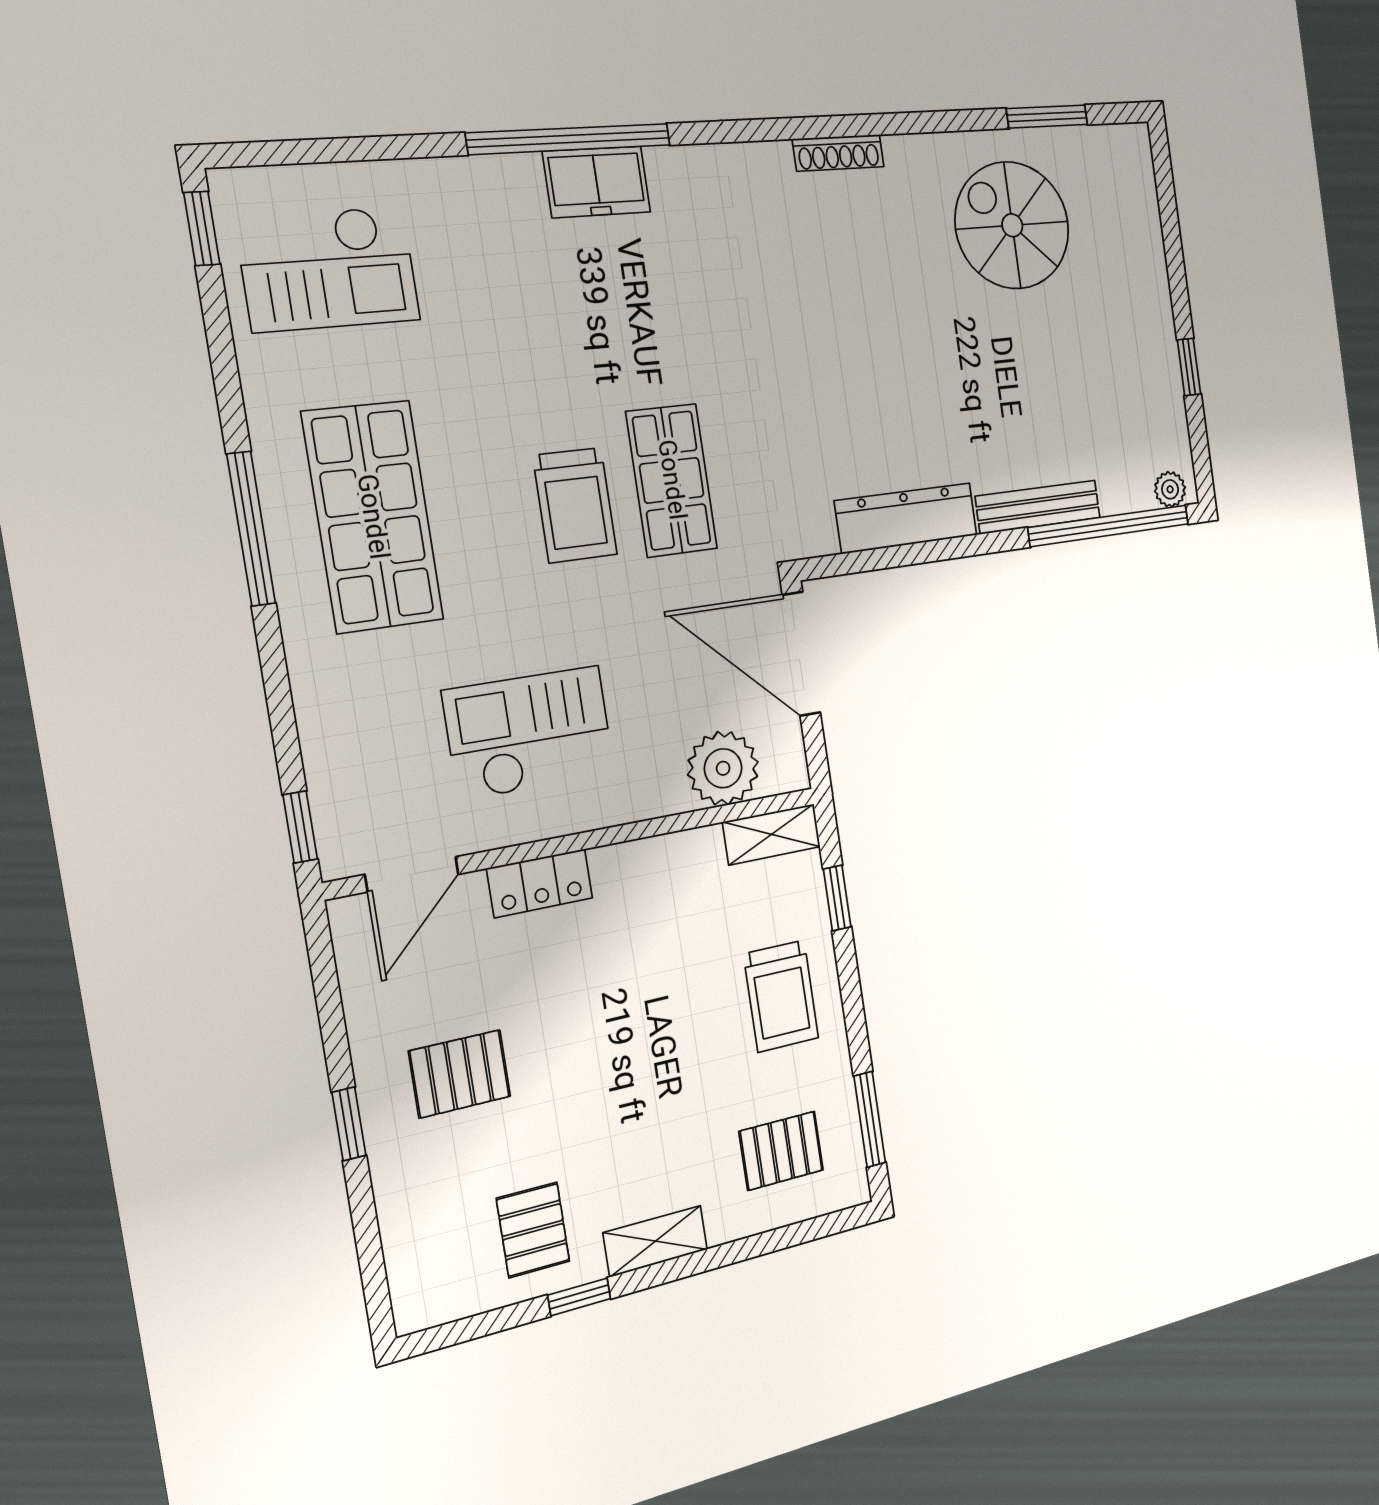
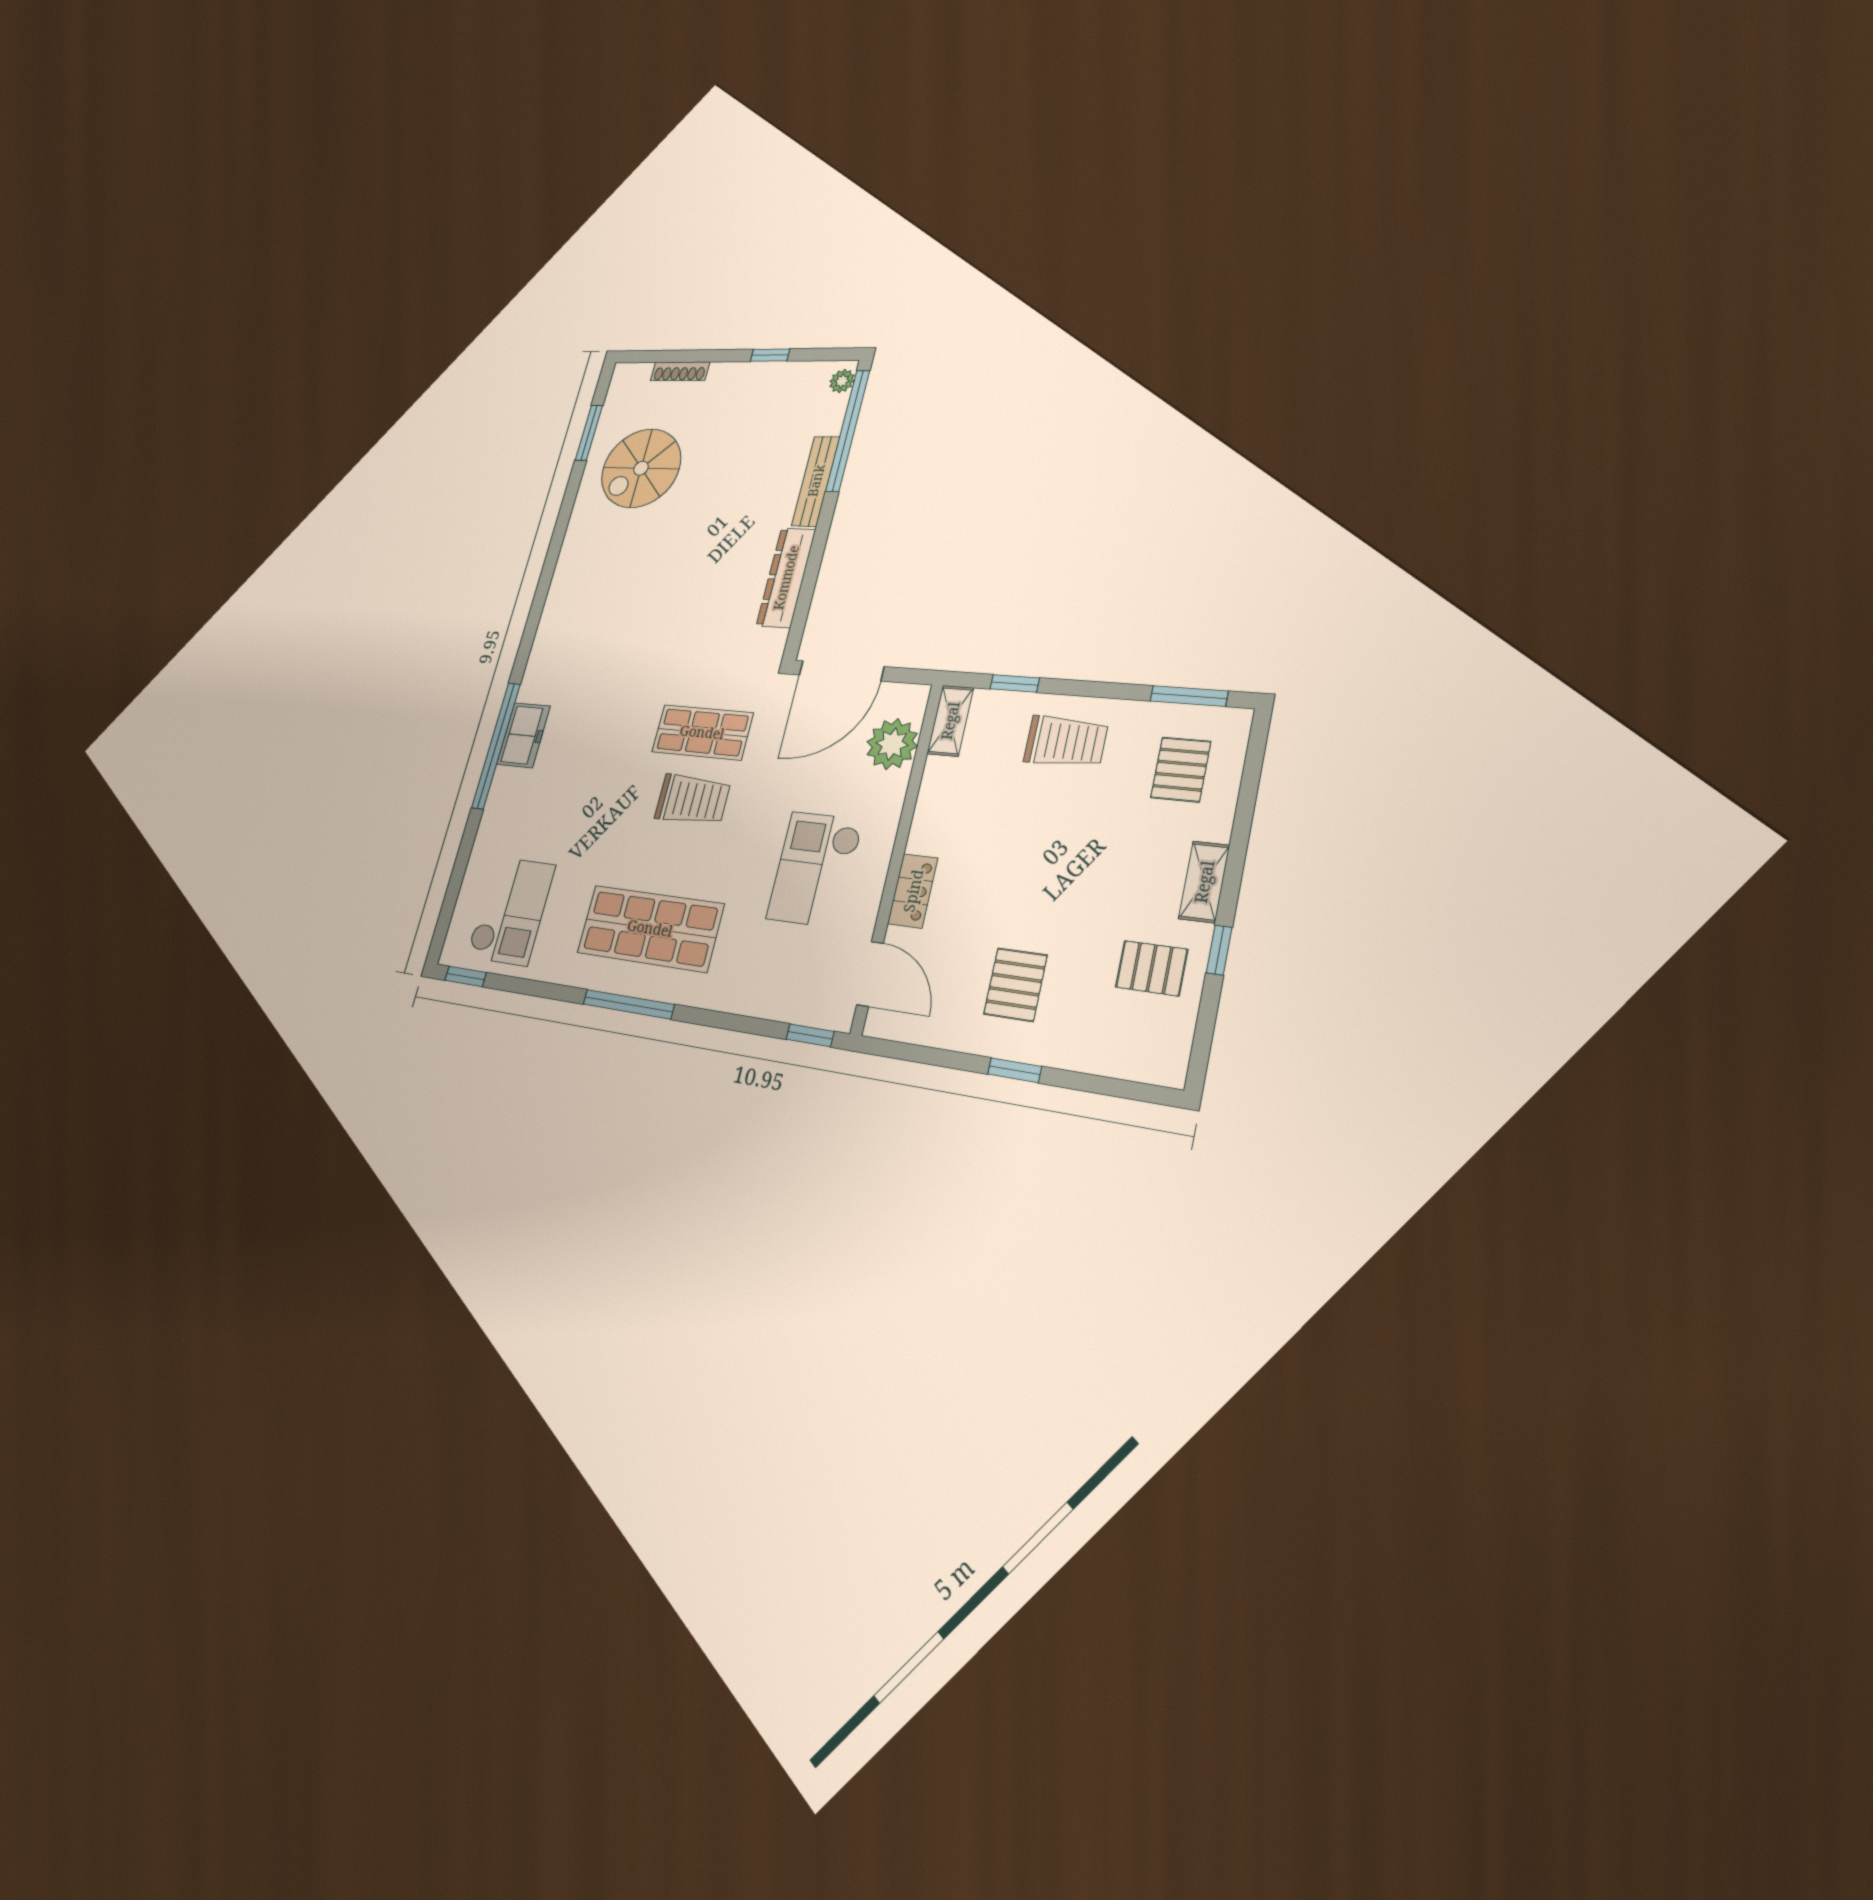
shoe rack: (838, 153) -> (680, 371), moved, turned 90

